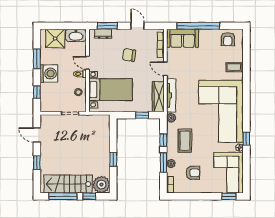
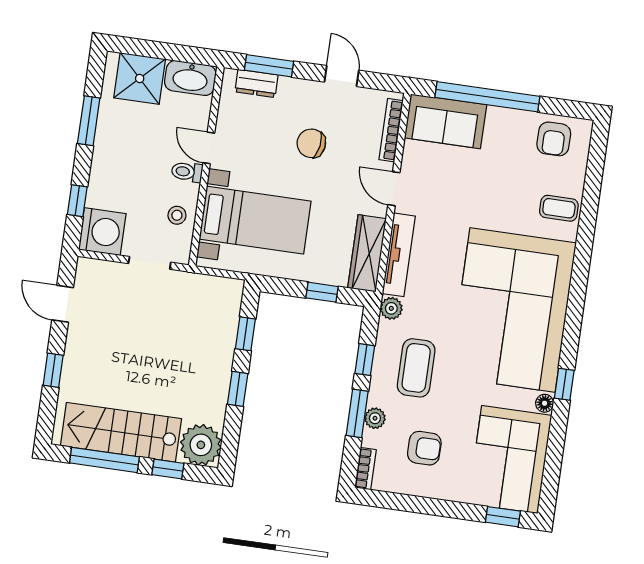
washing machine: (49, 73) -> (102, 232), moved
window: (113, 137) -> (245, 334), added

